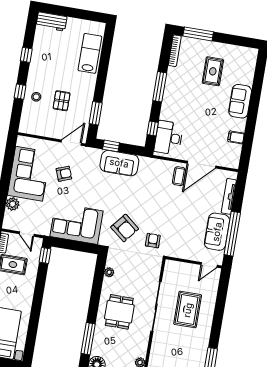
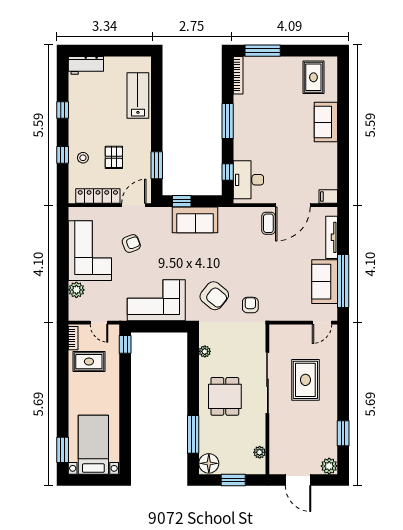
rug: (213, 71) -> (313, 77), moved
locker: (43, 130) -> (98, 196), added
filing cabinet: (236, 137) -> (328, 197), moved

